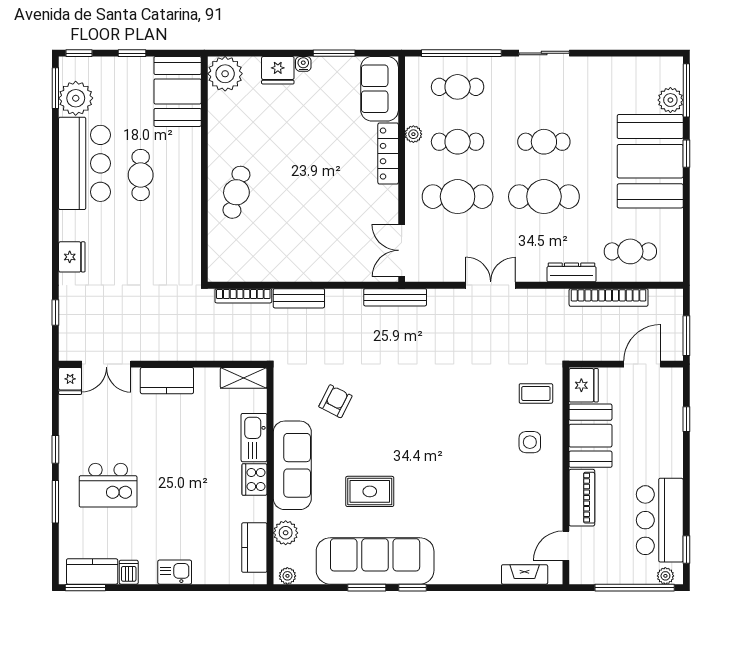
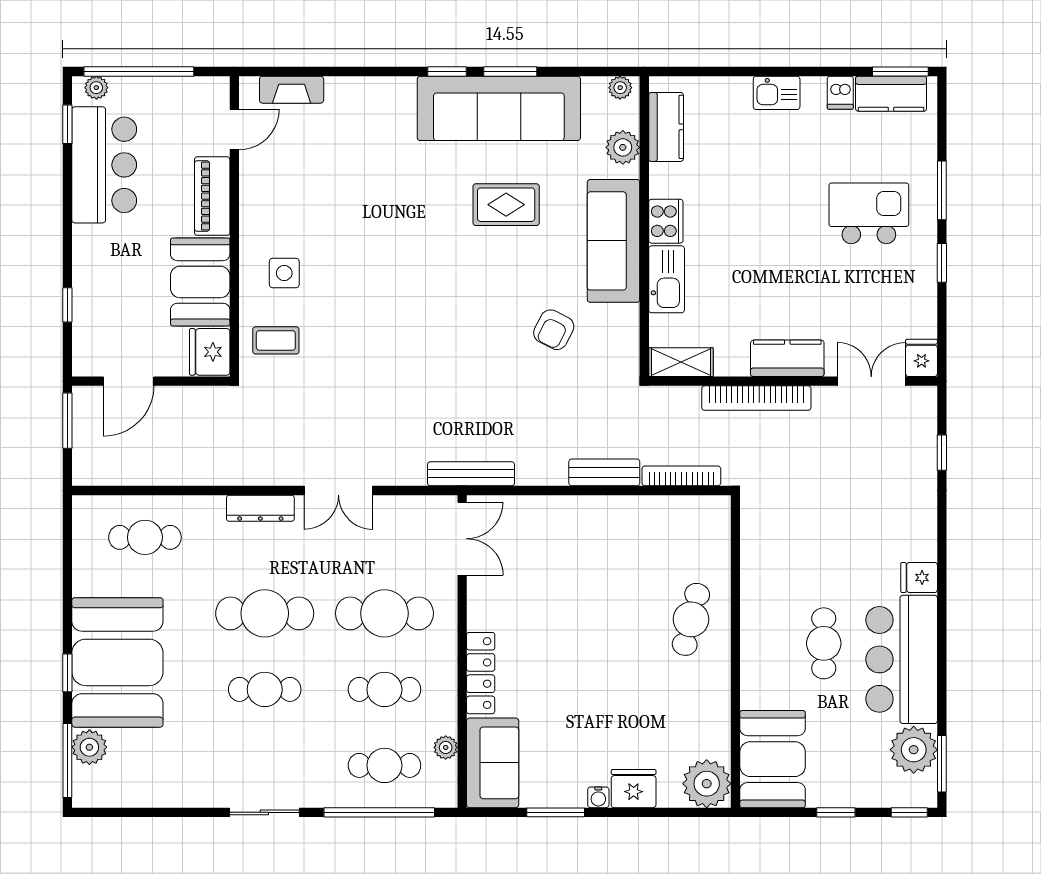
plant: (413, 134) -> (446, 747), moved
fridge: (72, 257) -> (919, 577), moved, width x0.72
dresser: (572, 272) -> (260, 508), moved
bookcase: (609, 297) -> (756, 398), moved, turned 180

